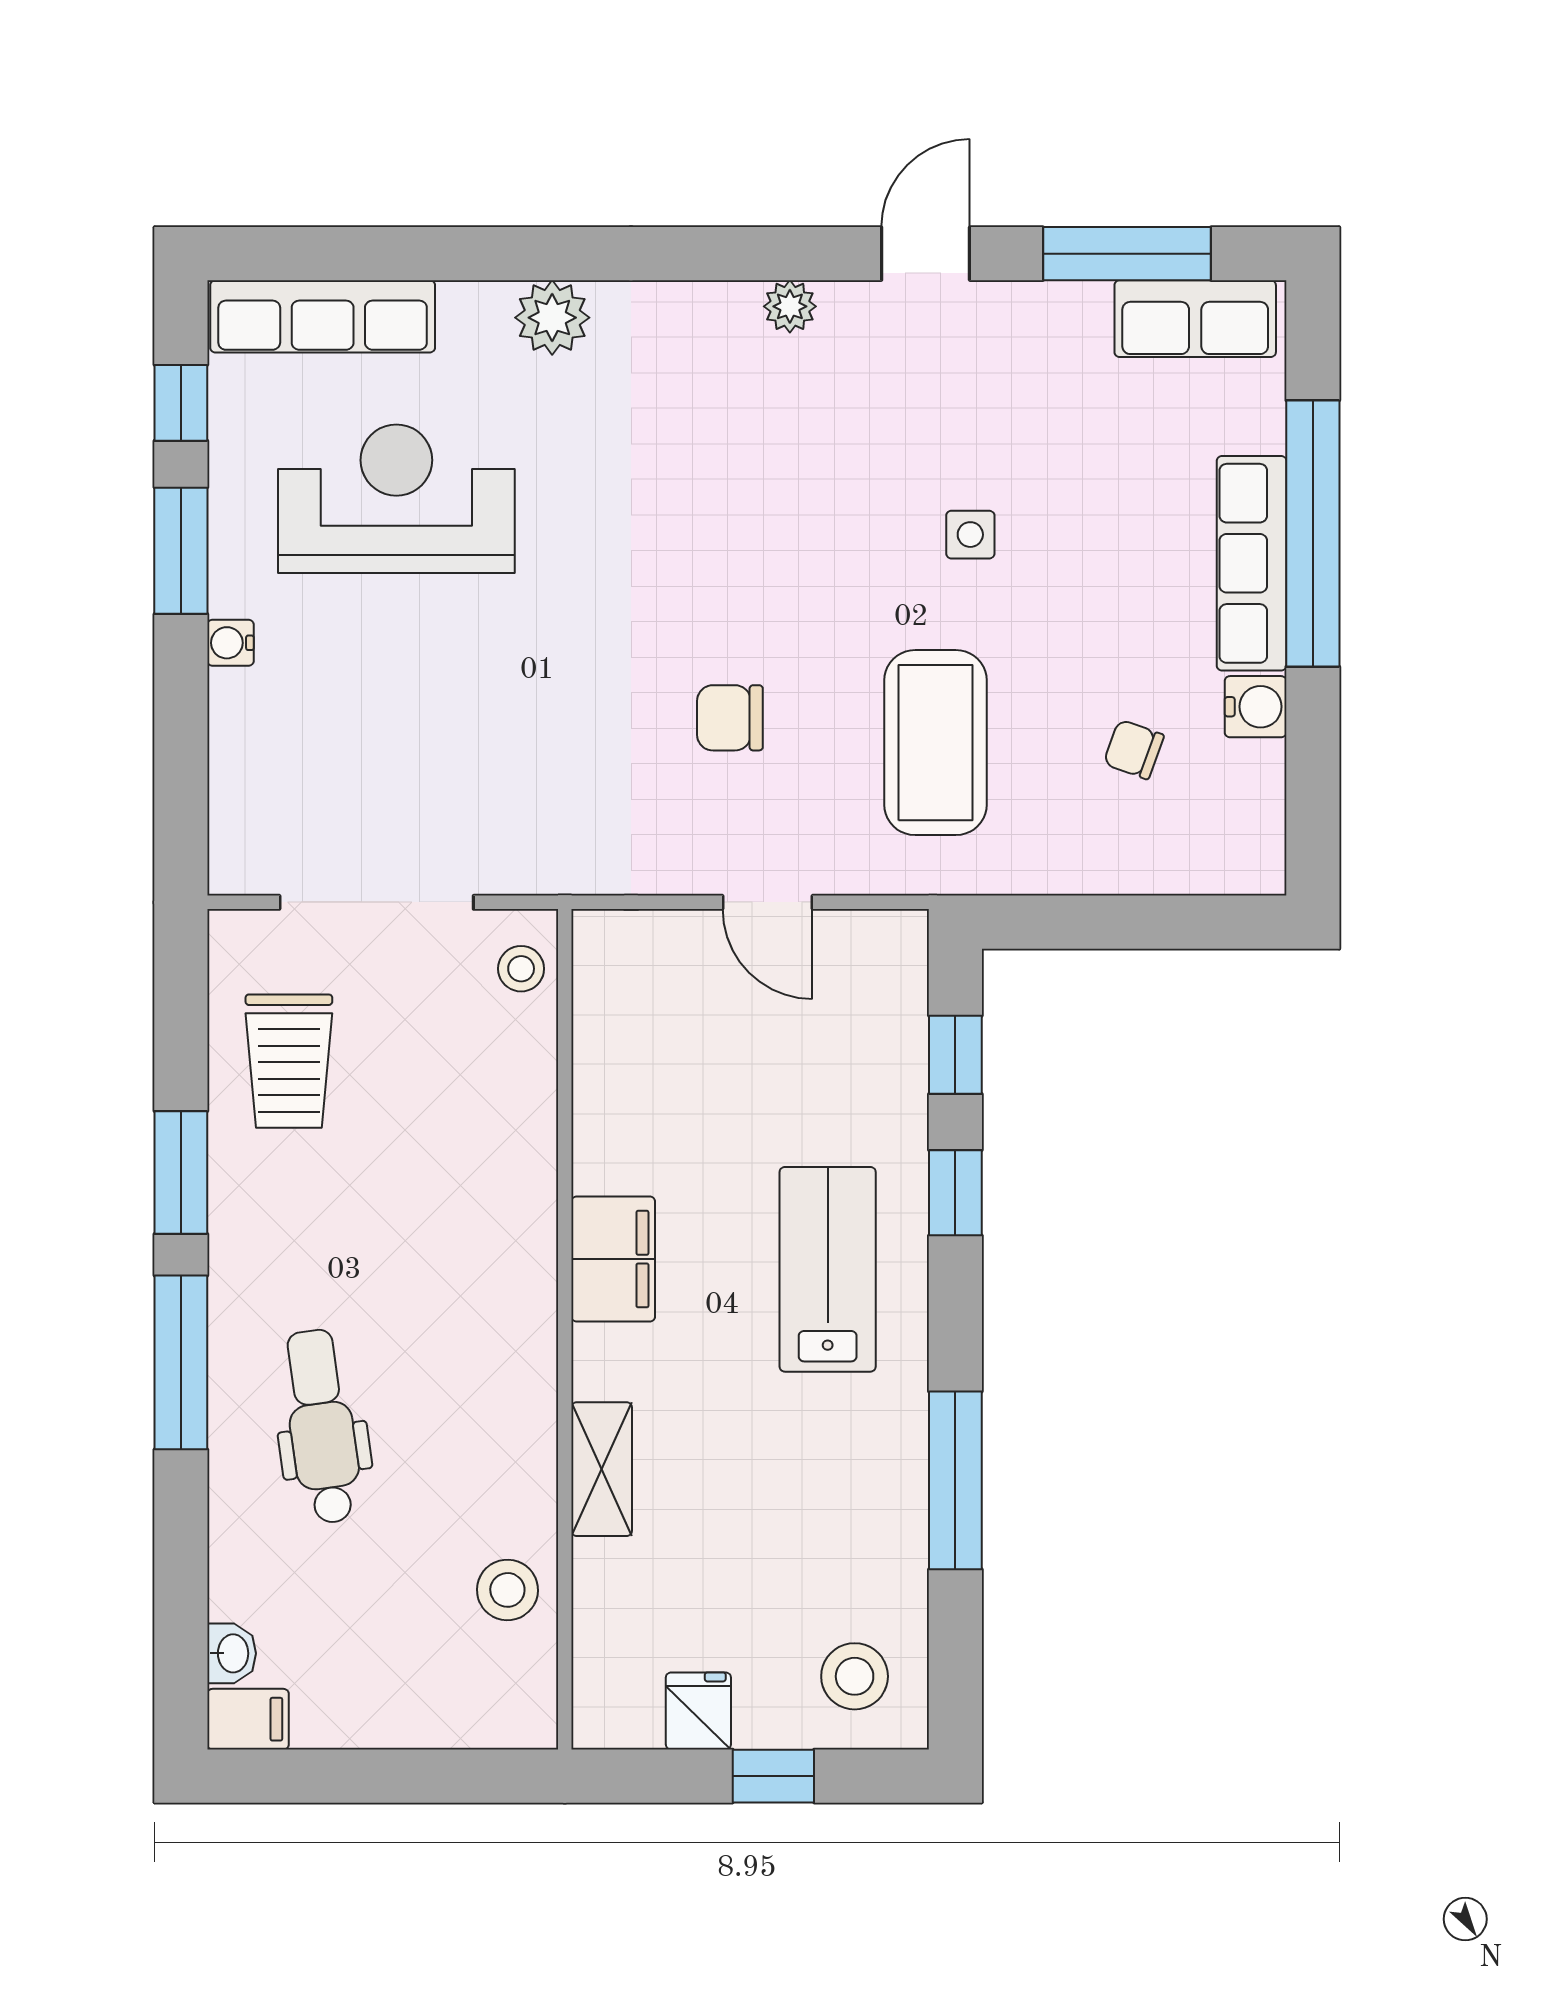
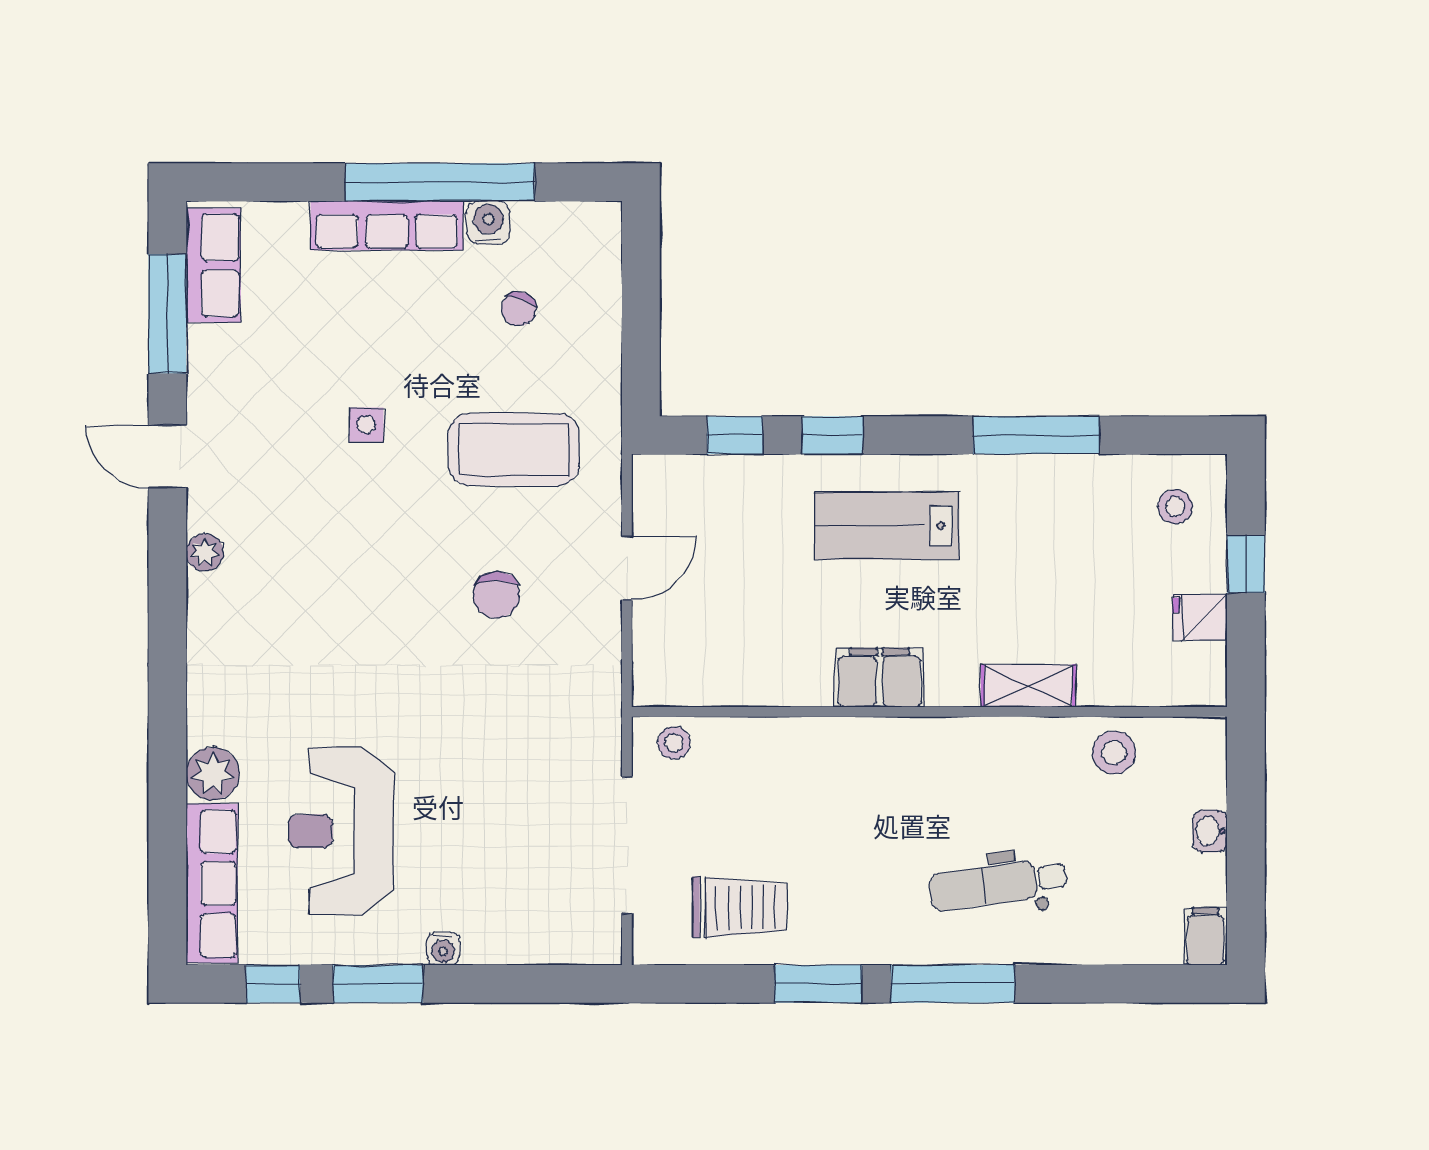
plant: (552, 318) -> (213, 774), moved
window: (1313, 533) -> (440, 182), moved
washbasin: (232, 1653) -> (1210, 831), moved, turned -90
stool: (855, 1676) -> (1175, 507), width x0.73, depth x0.73

